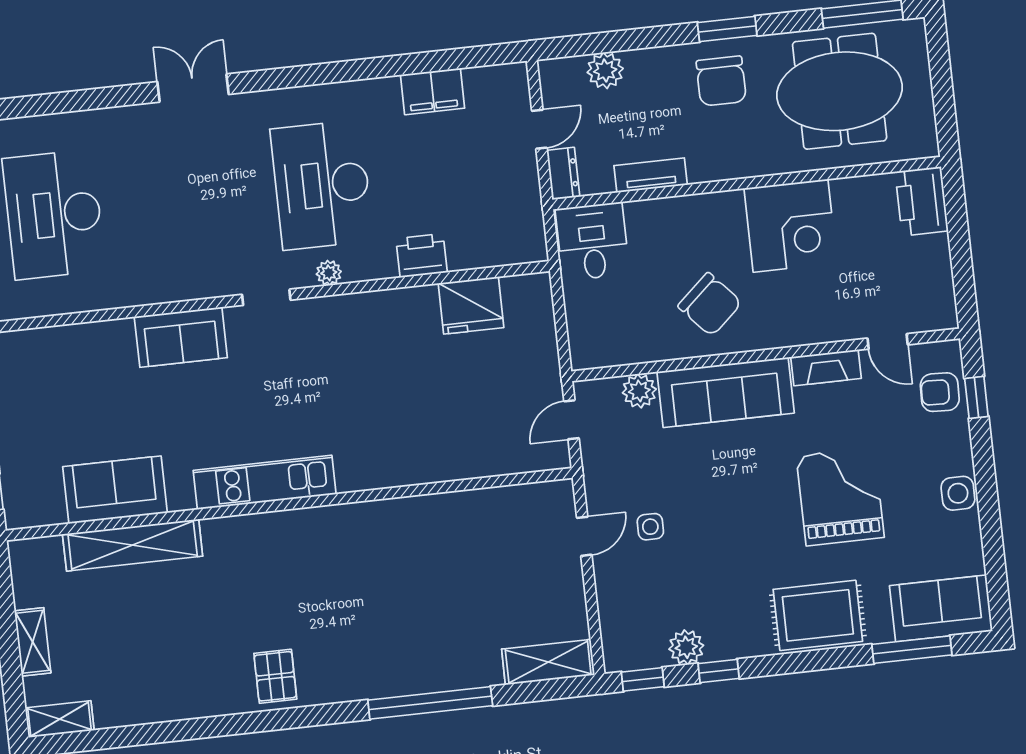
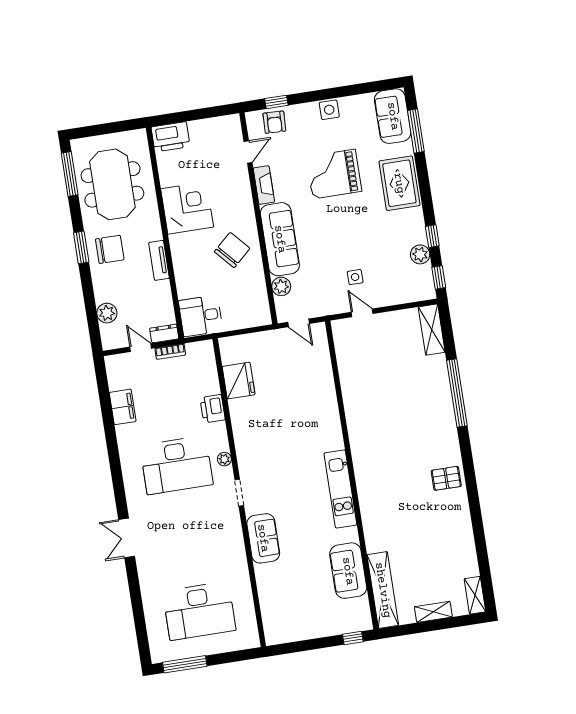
tv unit: (651, 175) -> (159, 260), moved
bookcase: (530, 183) -> (170, 352), added
shelving: (133, 545) -> (383, 590), moved

